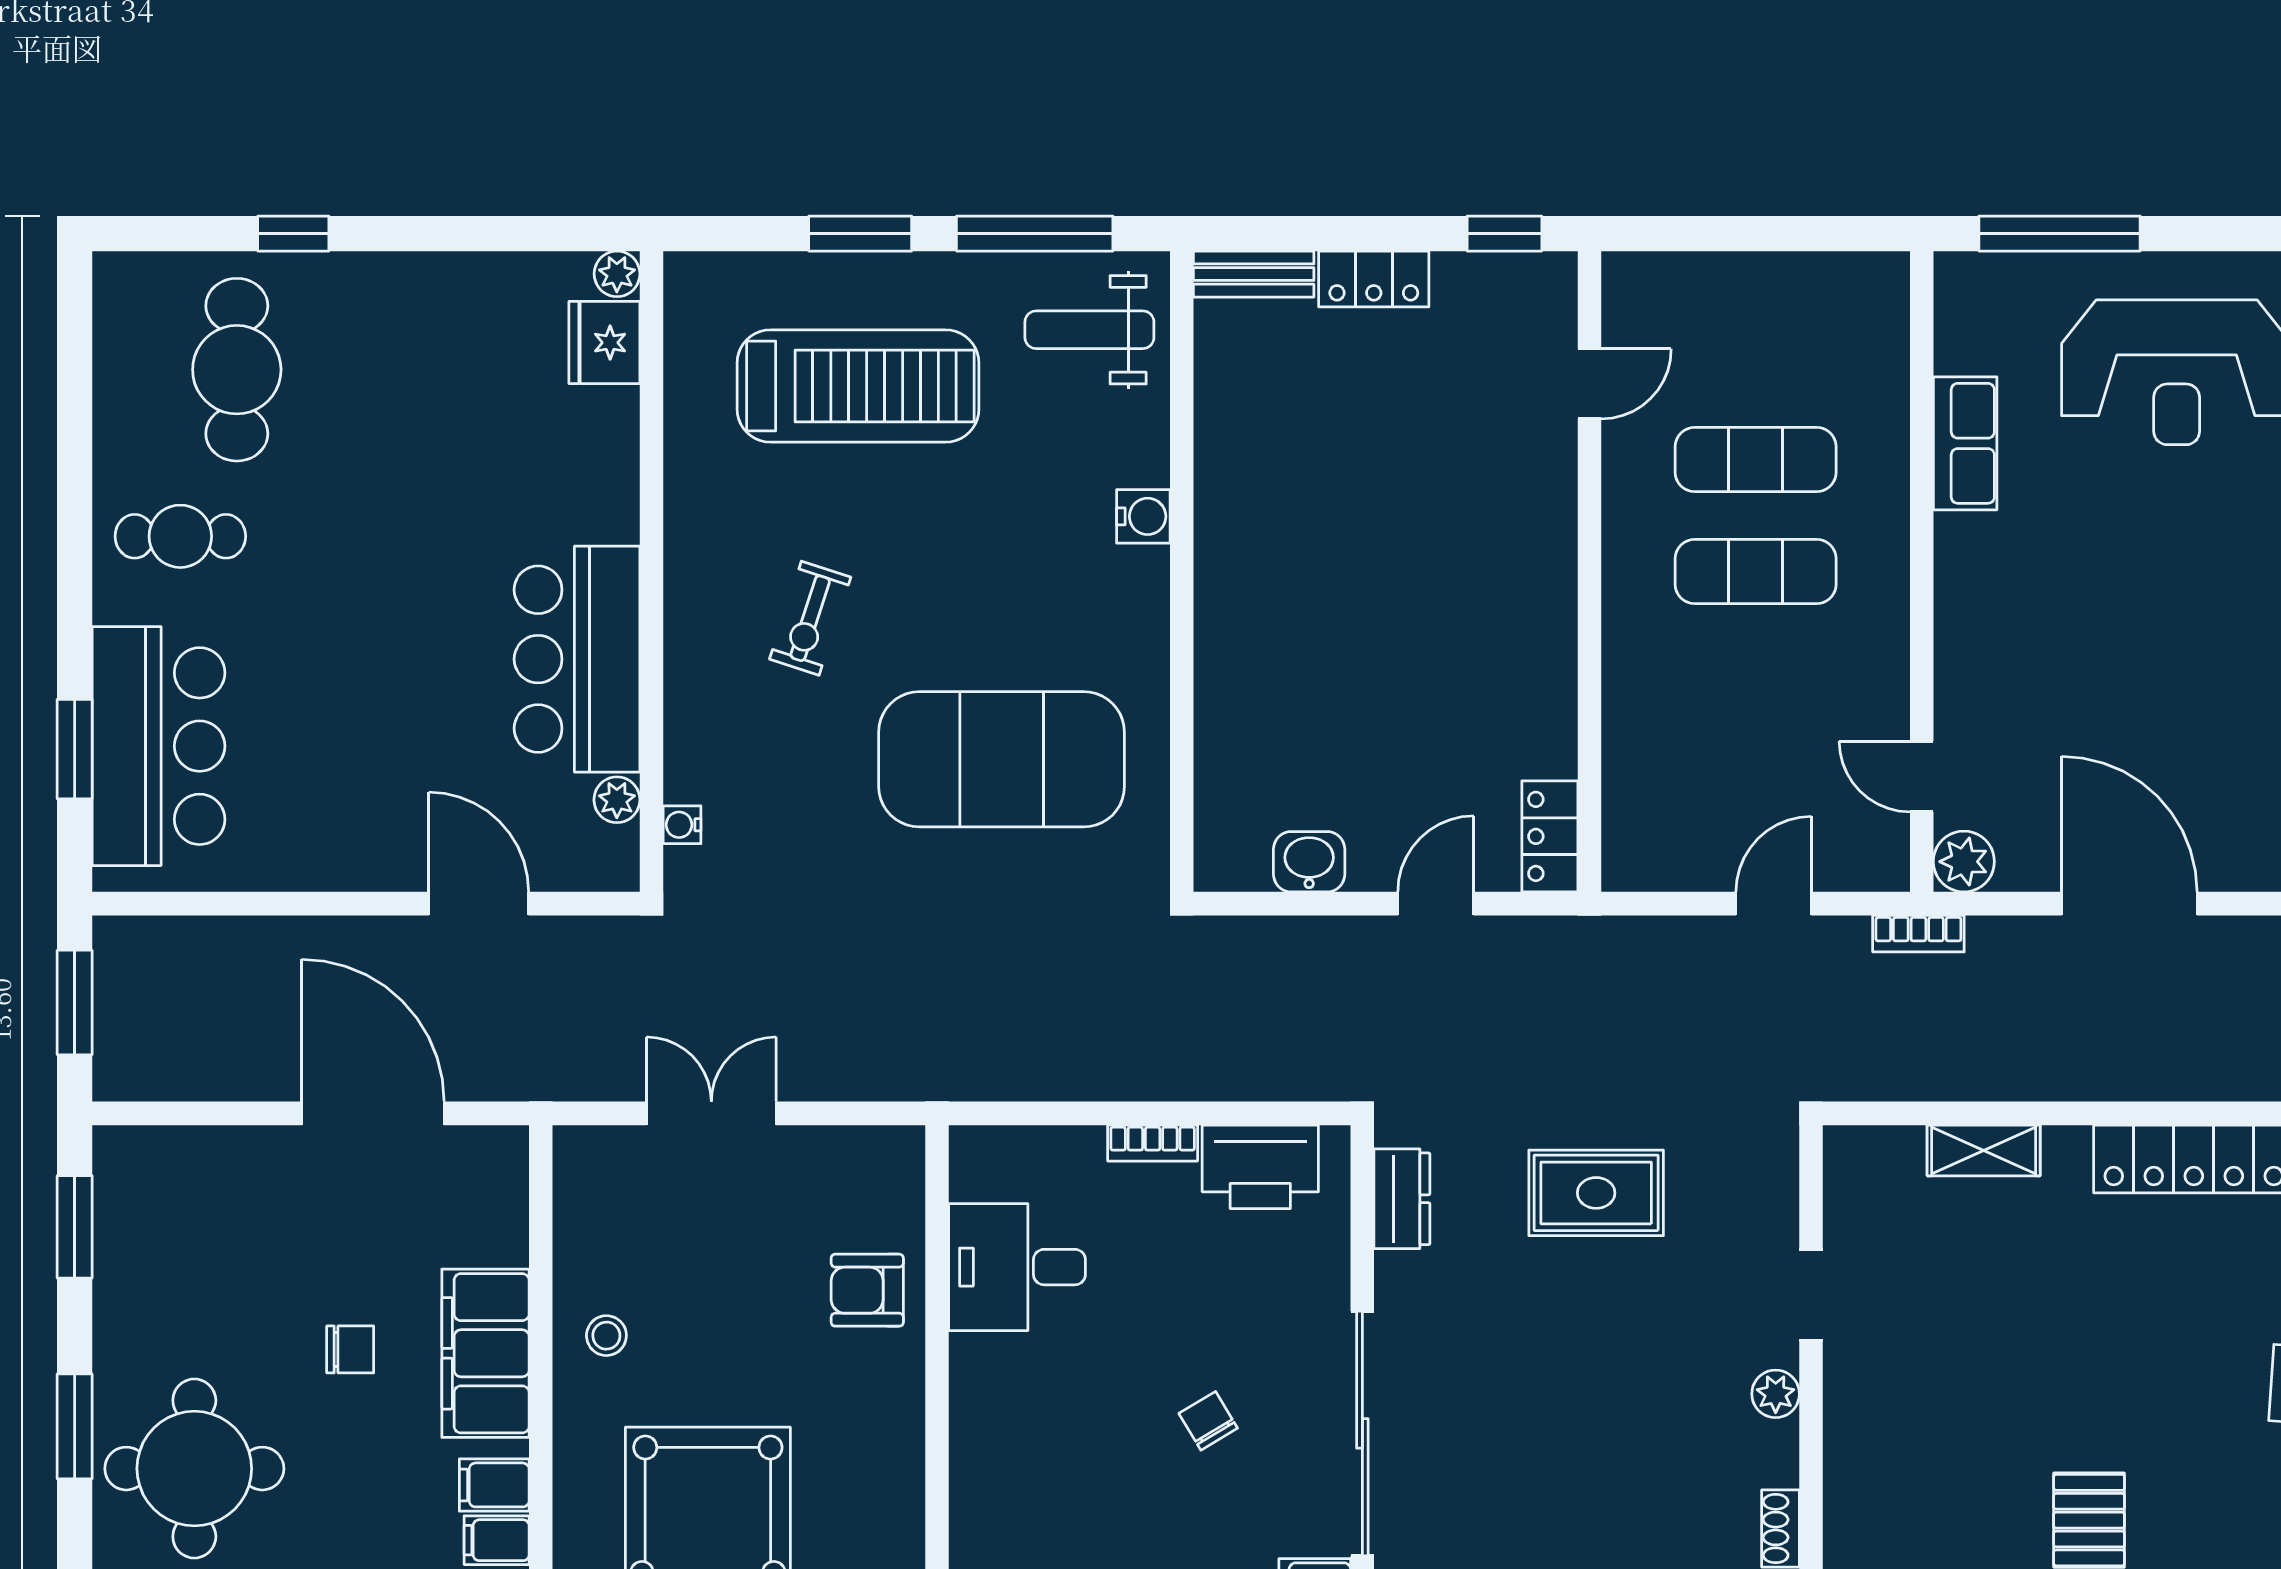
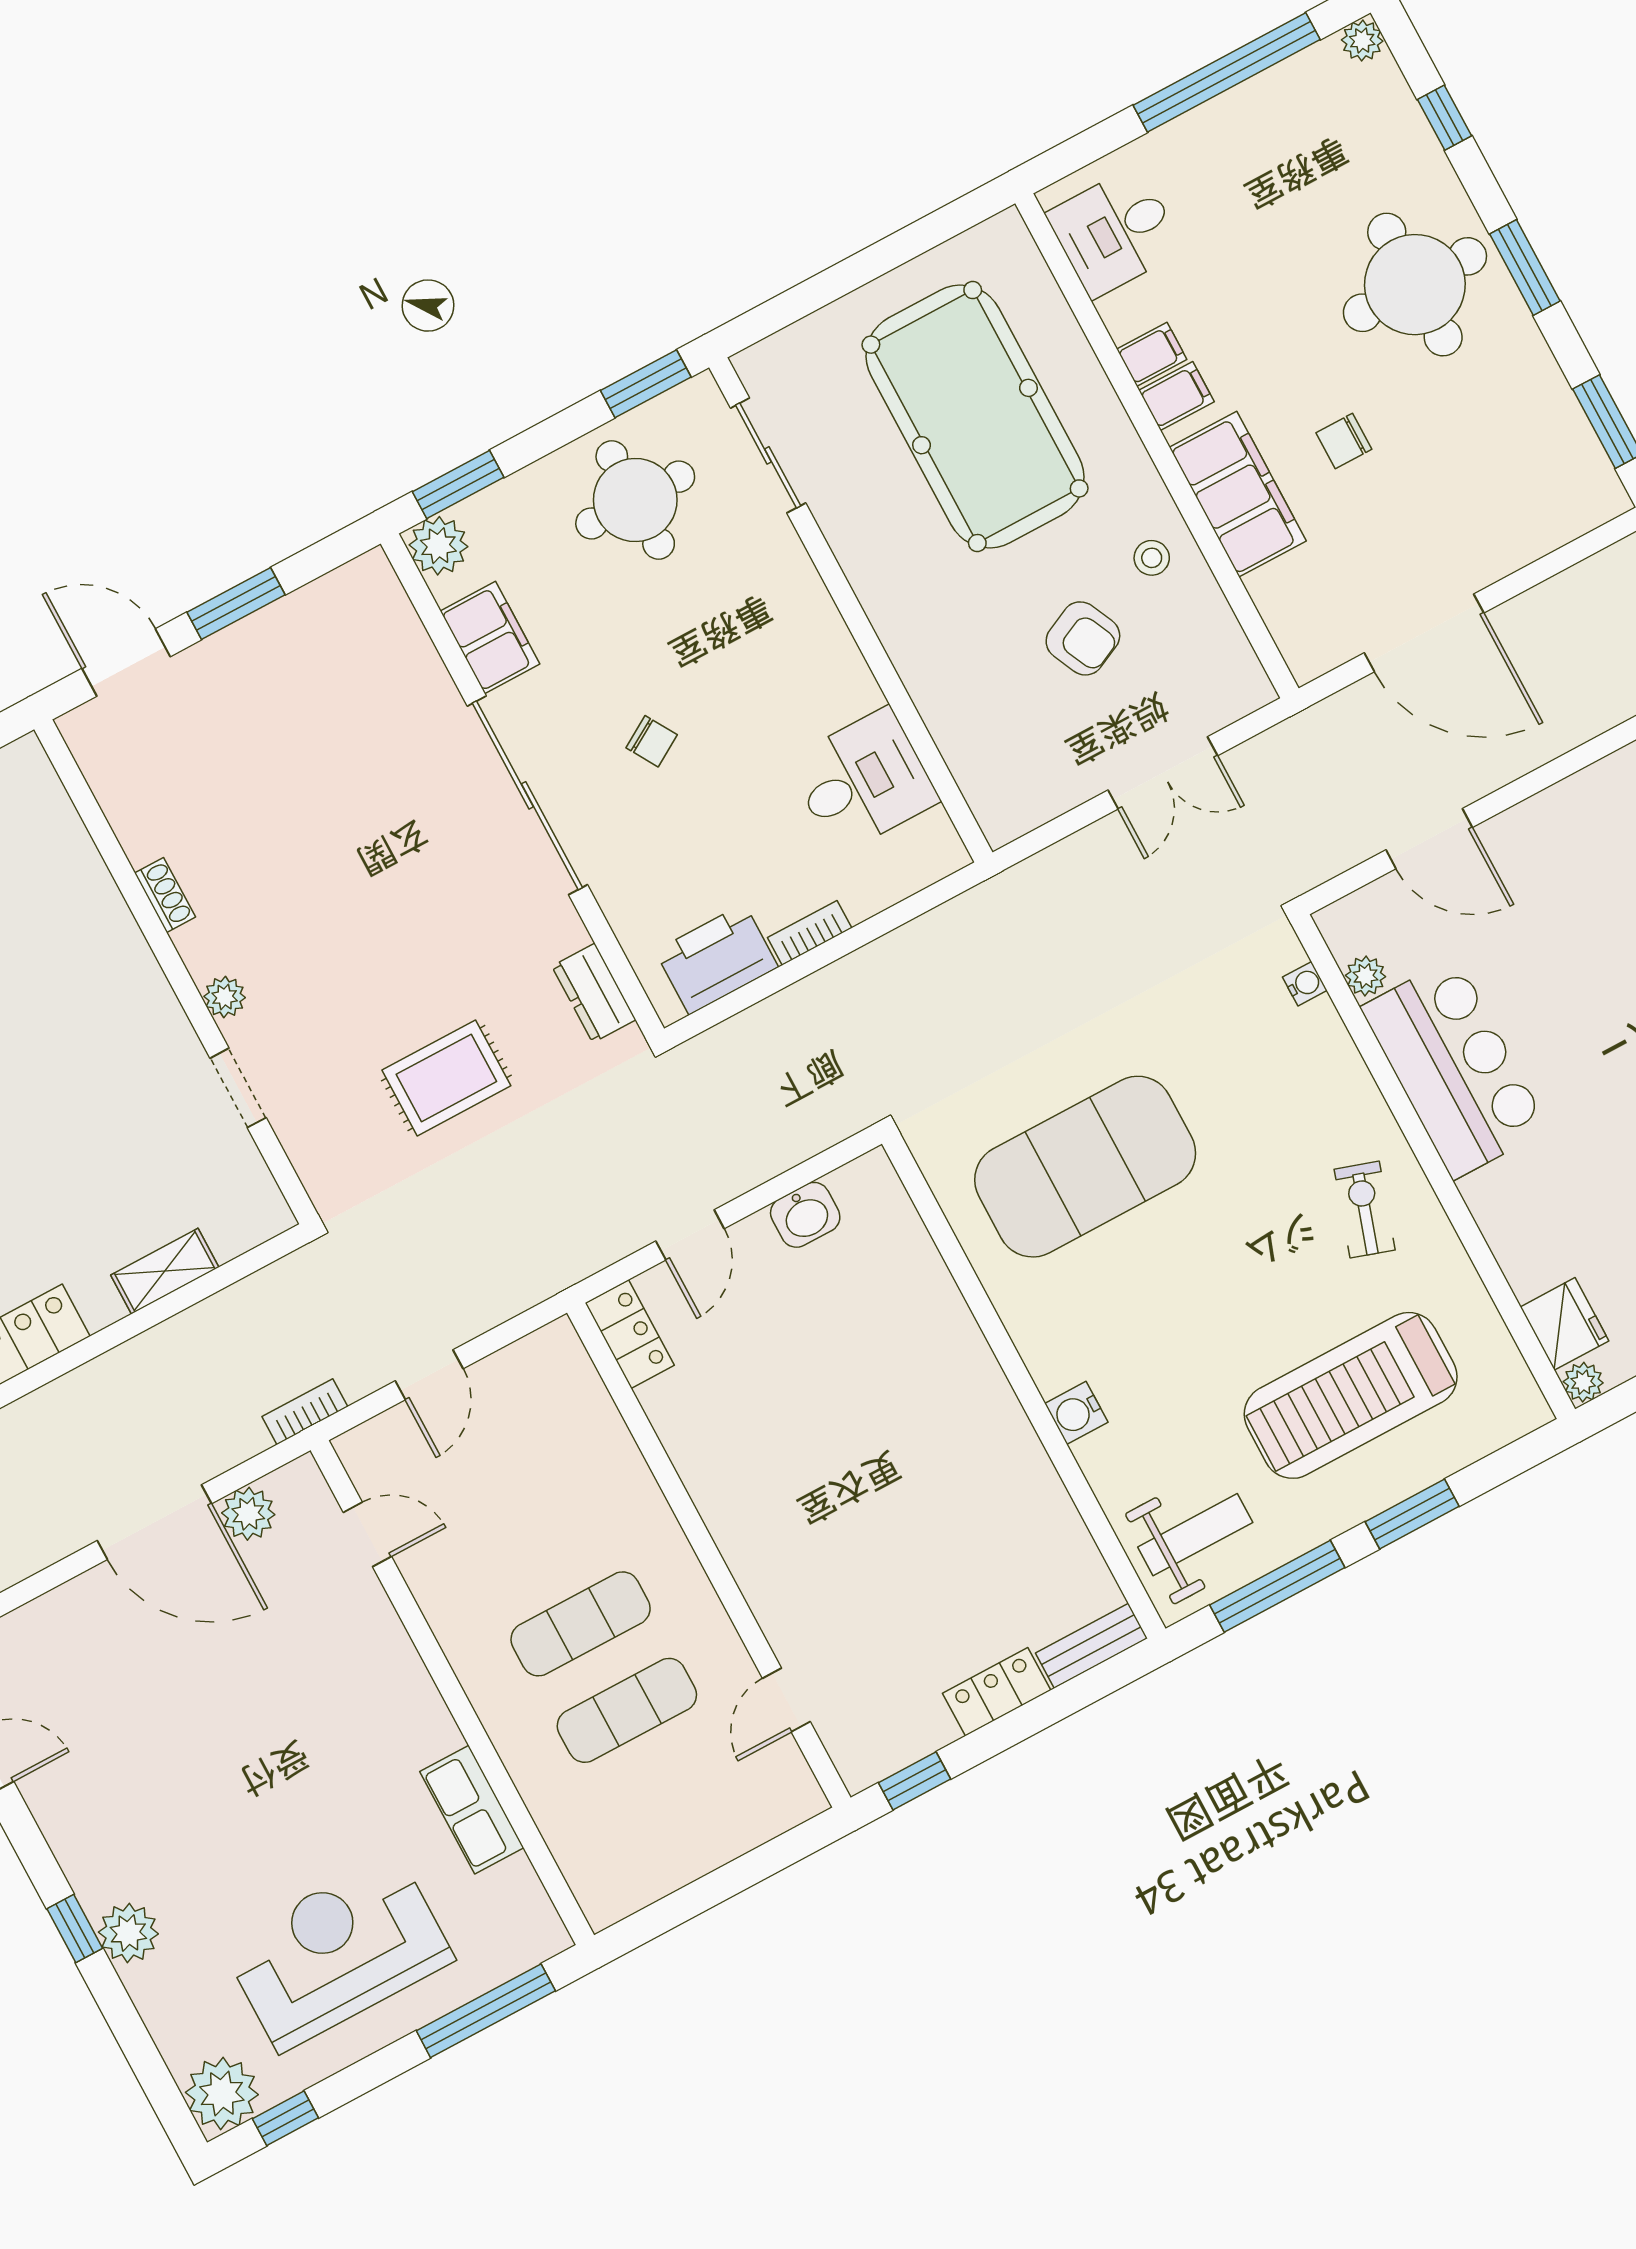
exercise bike: (810, 618) -> (1365, 1210), moved
plant: (1964, 862) -> (248, 1514), moved
armchair: (867, 1290) -> (1083, 638), moved, turned 65

